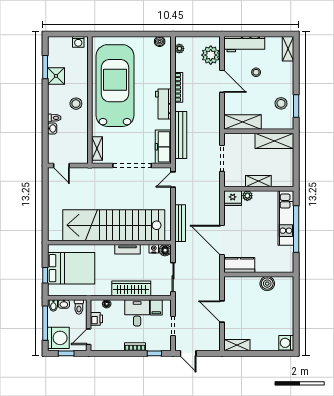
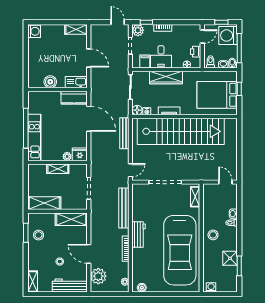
freezer: (163, 147) -> (139, 198), removed
kitchen sink: (237, 283) -> (76, 82), added
plant: (164, 344) -> (138, 30), added

